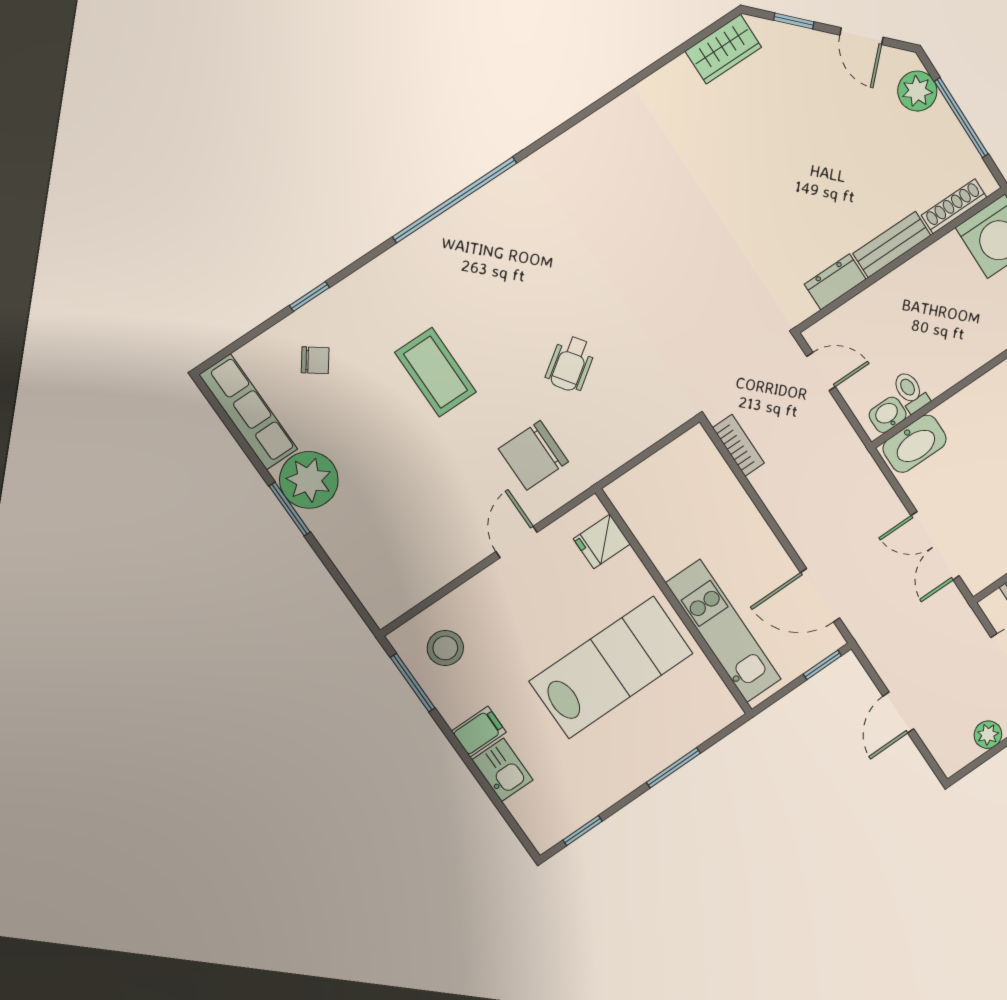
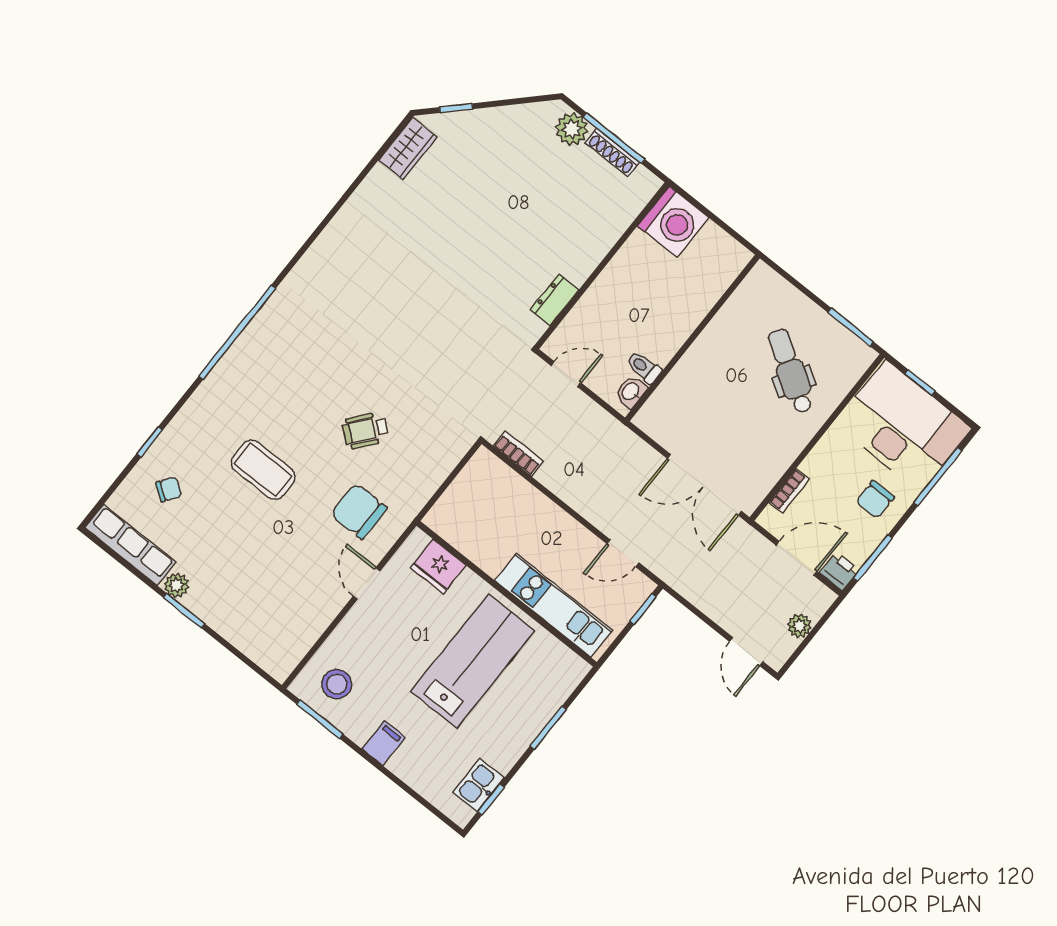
door: (861, 36) -> (513, 102), removed
shoe rack: (954, 206) -> (612, 152), moved, turned -90
bench: (892, 244) -> (590, 256), removed
wheelchair: (570, 364) -> (365, 430), turned 74
washbasin: (915, 444) -> (661, 408), removed
chair: (533, 455) -> (359, 511), turned 90
plant: (309, 480) -> (177, 585), width x0.53, depth x0.53
fridge: (602, 541) -> (438, 566), width x1.38
double door: (935, 546) -> (705, 485), width x1.37
door: (820, 595) -> (623, 553), width x0.73
door: (898, 713) -> (746, 652), moved
kitchen sink: (502, 770) -> (478, 785), moved, turned -90

